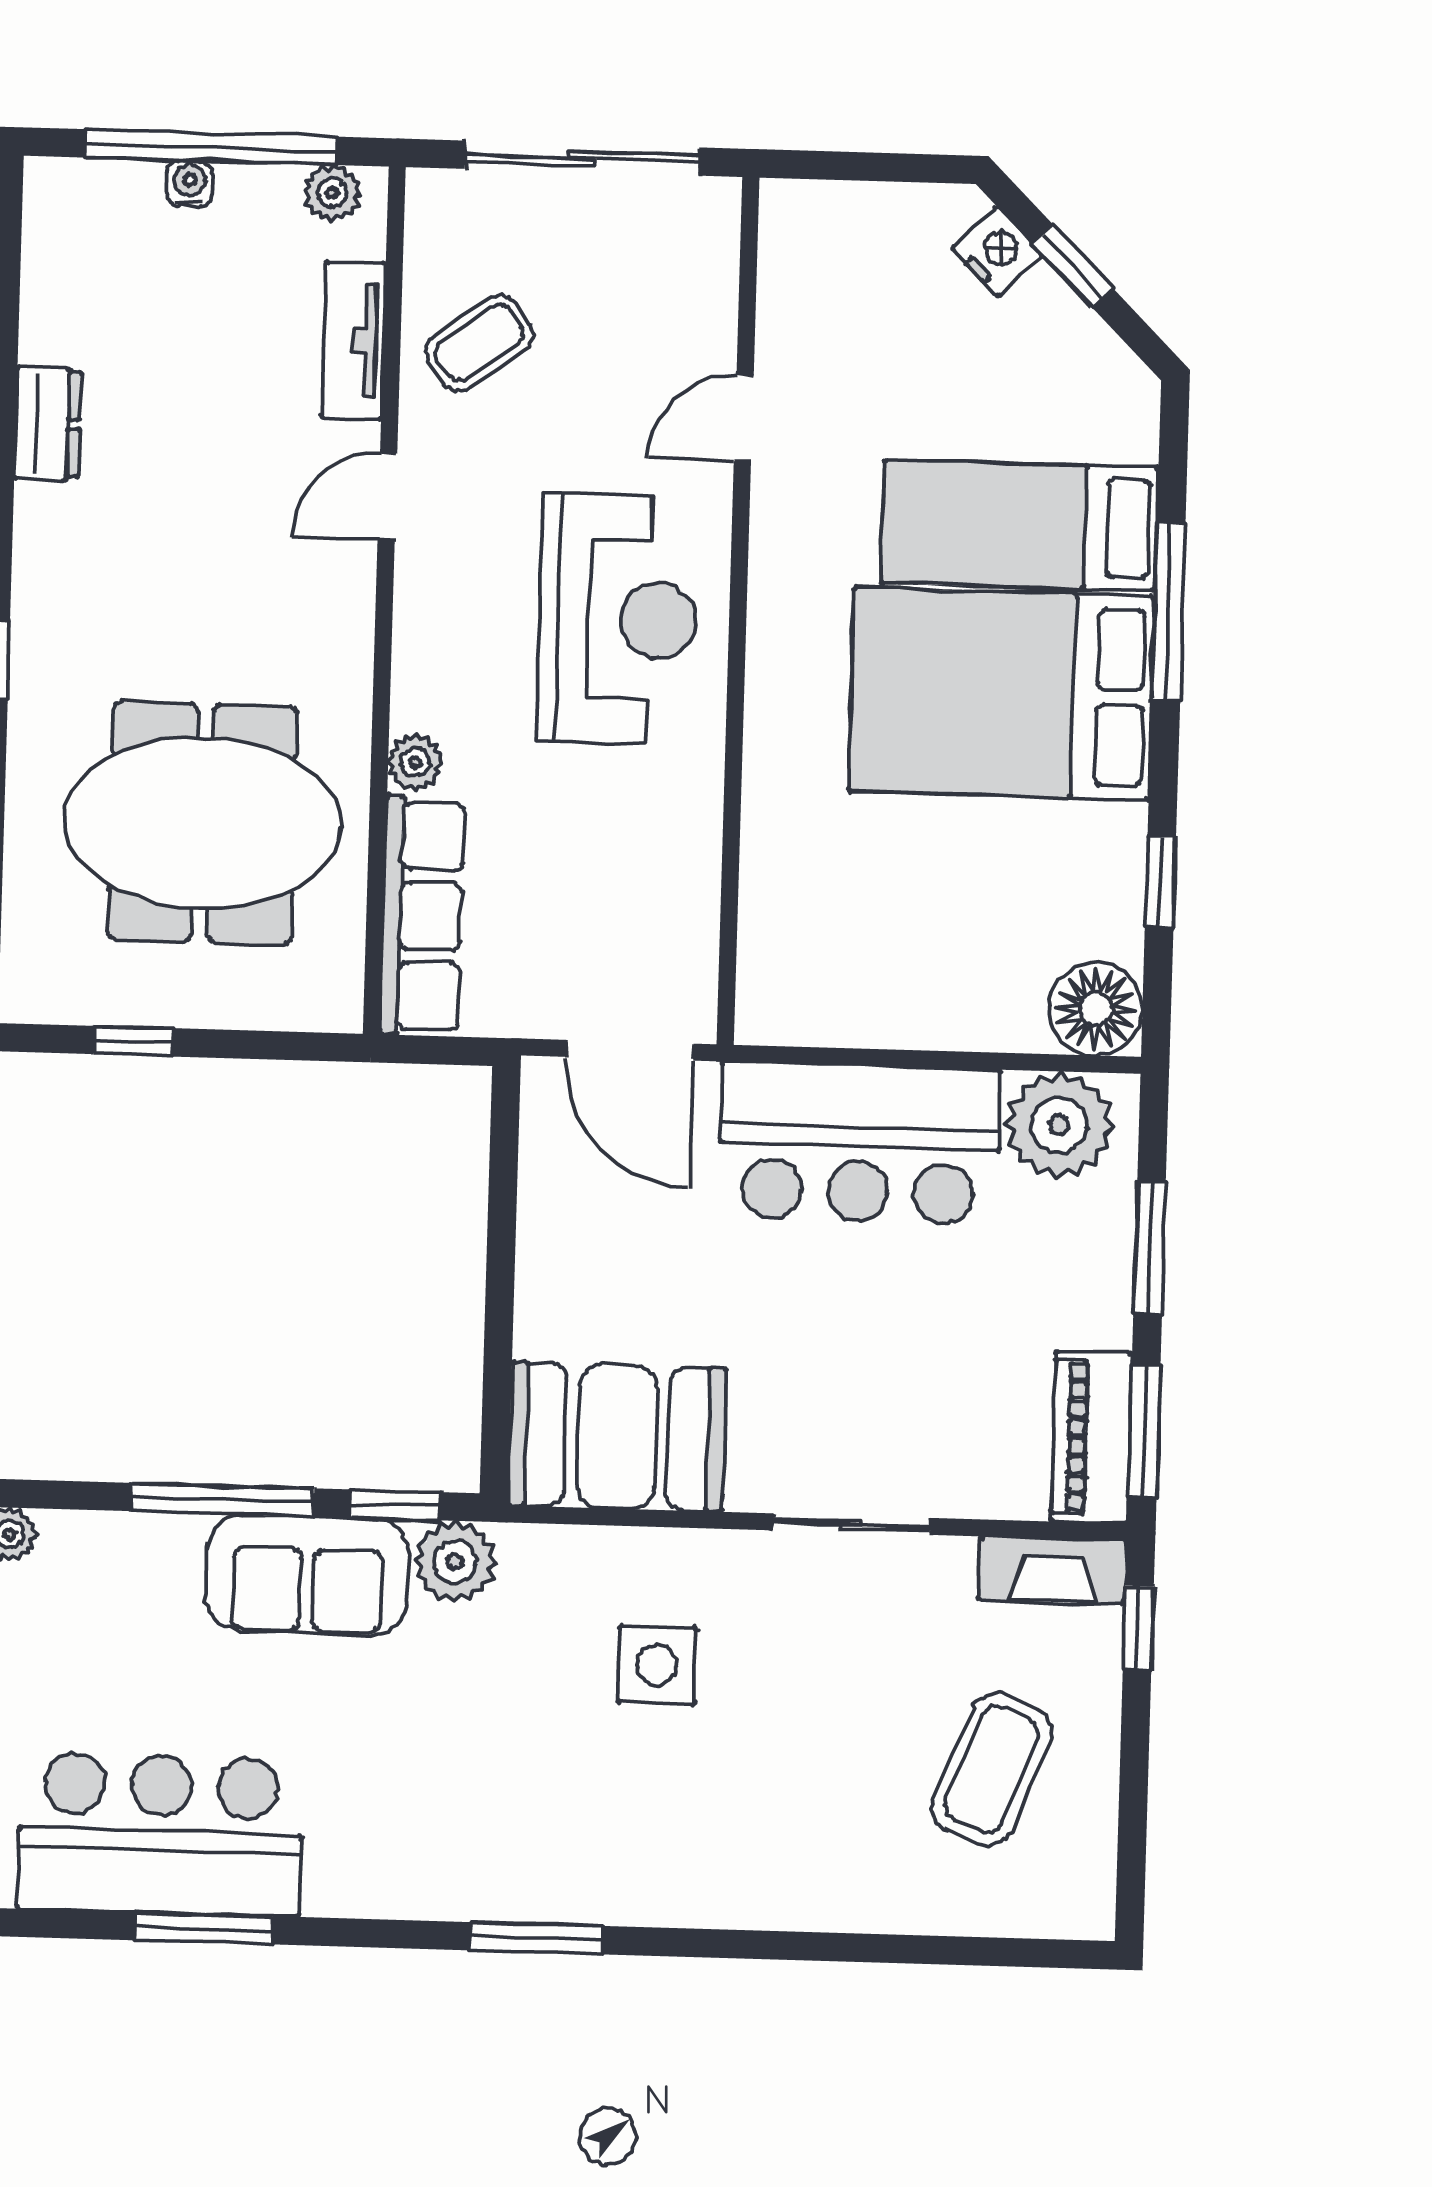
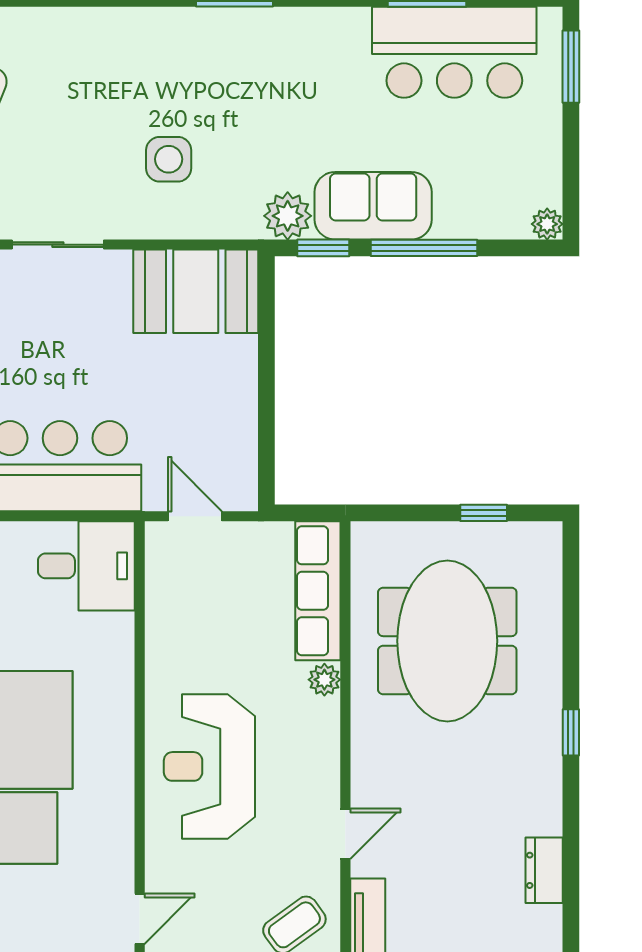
door: (744, 418) -> (140, 919), moved
meeting table: (202, 823) -> (447, 641), turned 90
desk: (819, 970) -> (86, 566), added
door: (630, 1050) -> (195, 516), width x0.73

